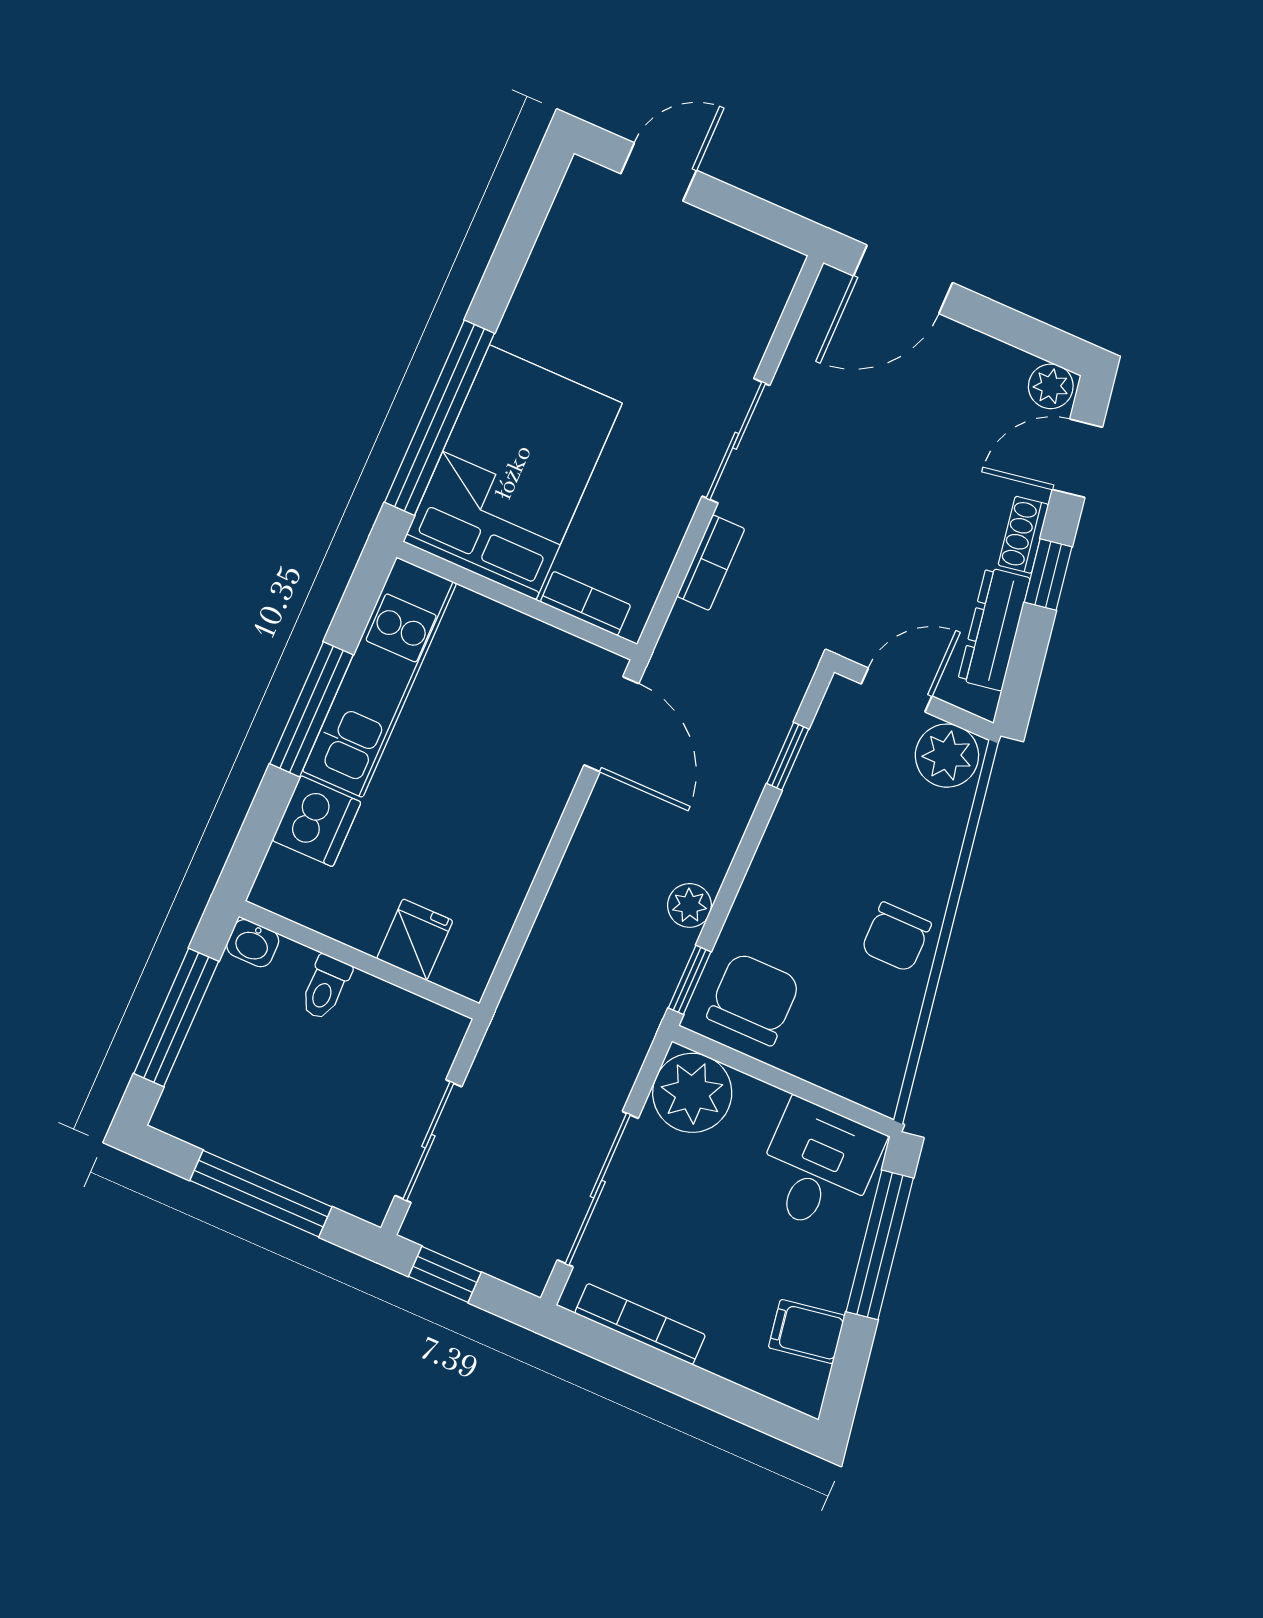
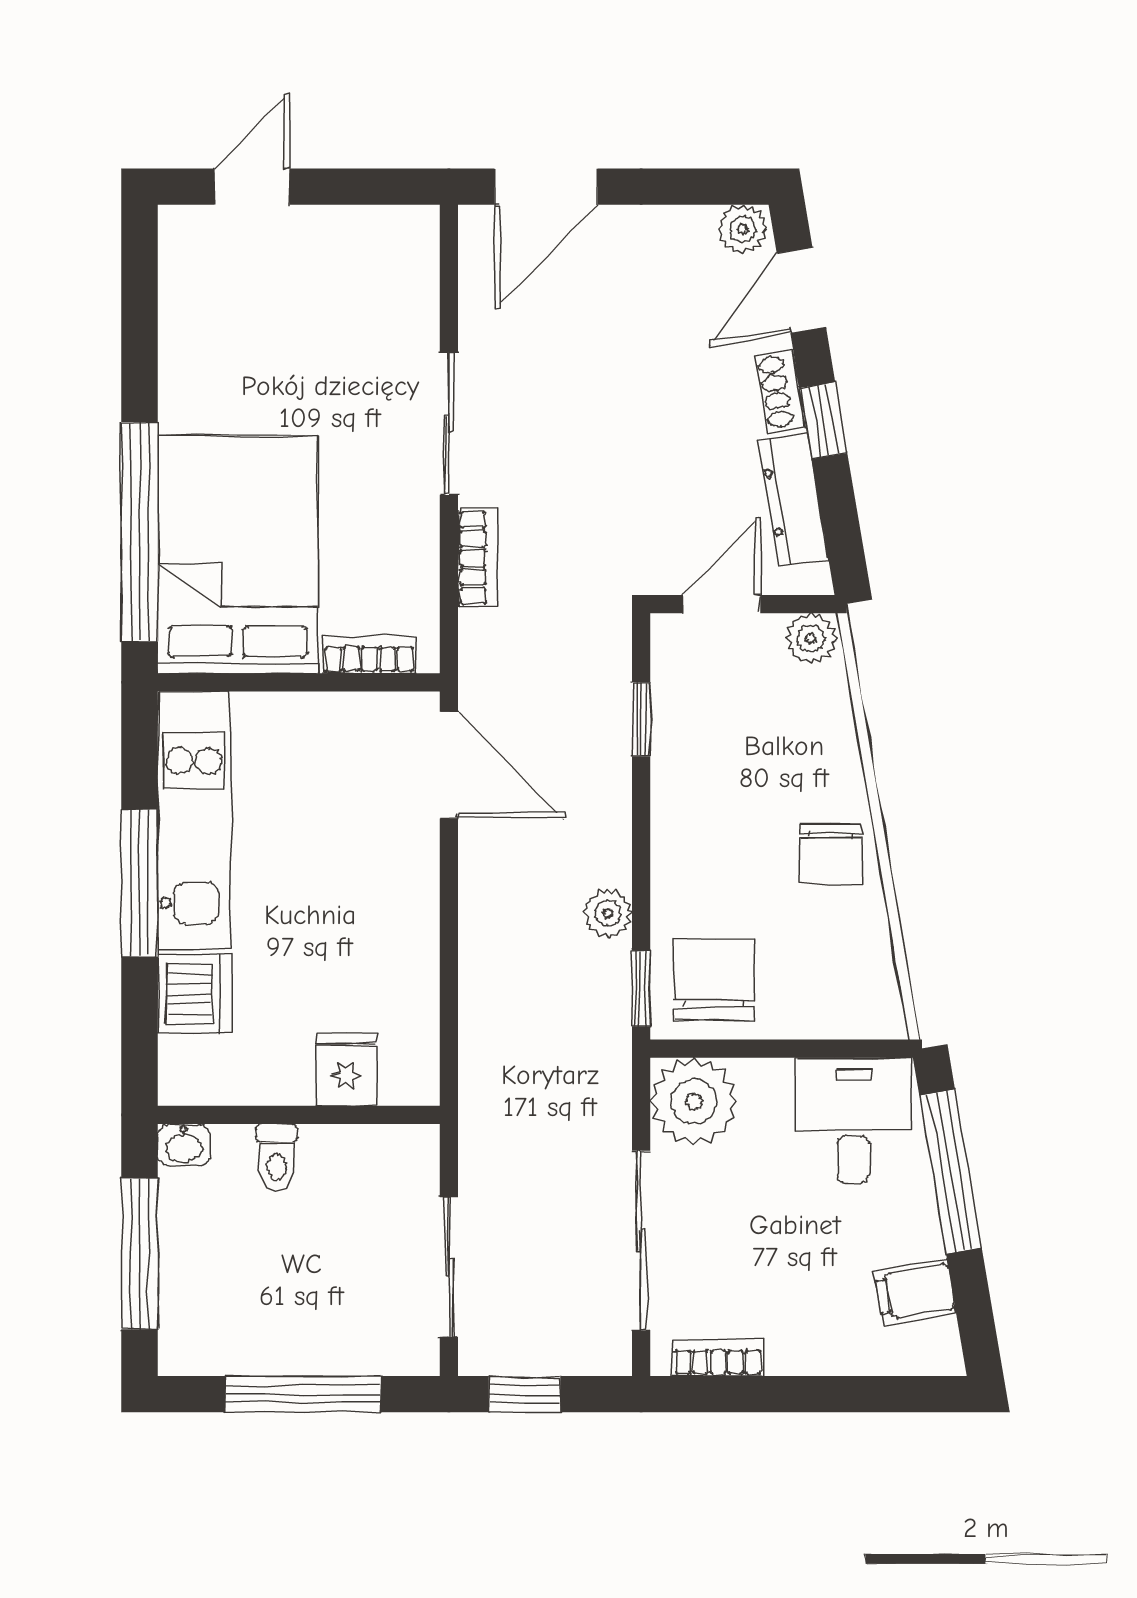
plant: (947, 756) -> (811, 639), width x0.73, depth x0.73
bookcase: (640, 1324) -> (718, 1358), width x0.64

